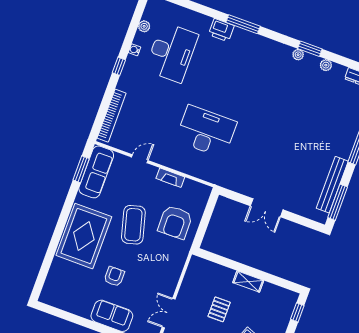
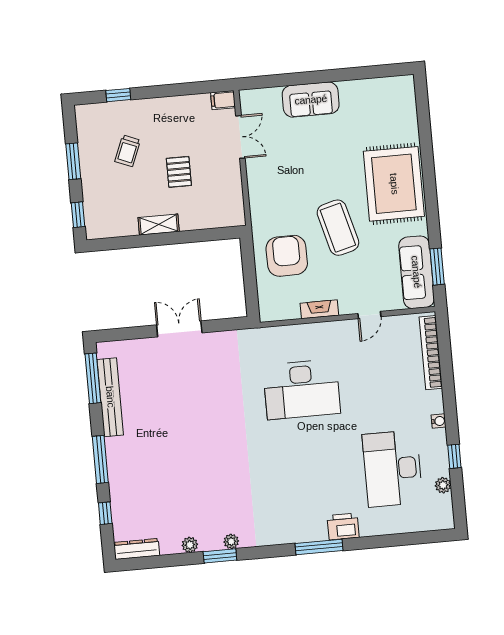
water cooler: (134, 50) -> (439, 421), moved
window: (119, 66) -> (454, 456), moved
armchair: (114, 276) -> (331, 151), removed

